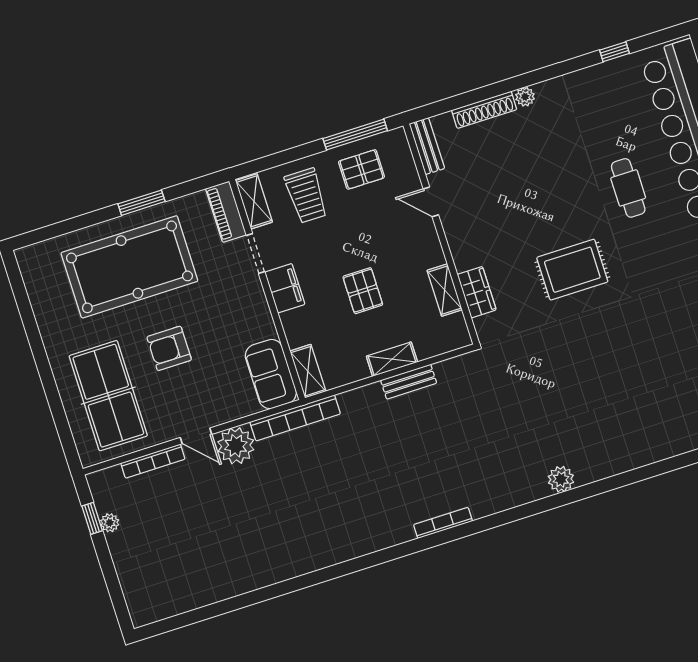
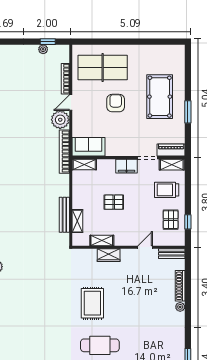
window: (355, 135) -> (188, 222), width x0.46
cafe table: (628, 188) -> (100, 345), moved, width x1.37, depth x1.35
pool table: (129, 267) -> (160, 97), width x0.73, depth x0.76
wardrobe: (477, 292) -> (109, 255), moved
shelving: (392, 359) -> (77, 221), moved
bench: (409, 382) -> (64, 215), width x1.36

